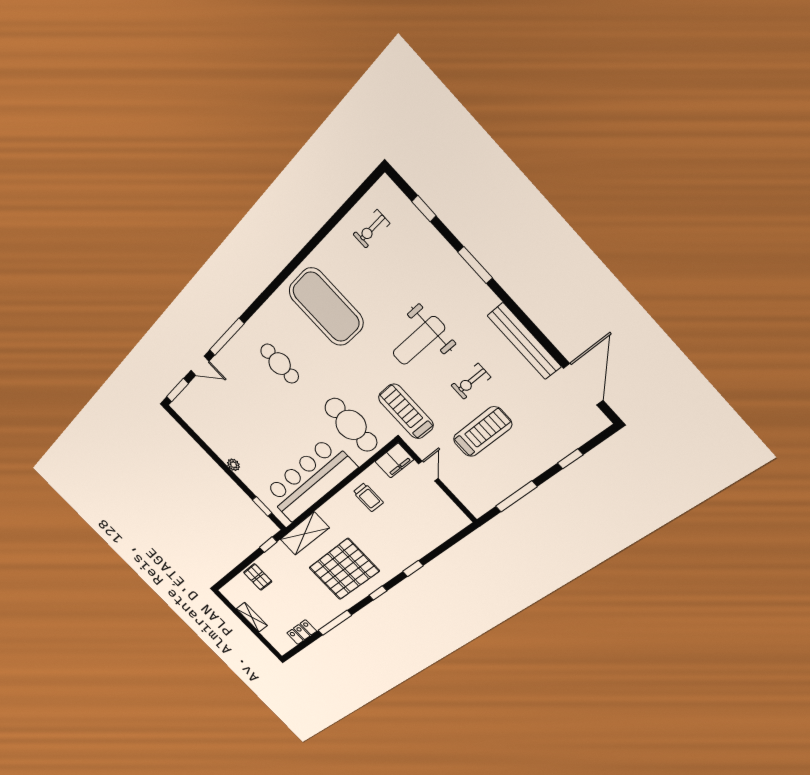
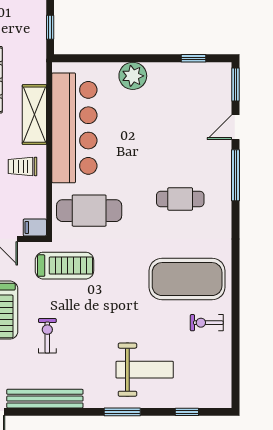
exercise bike: (371, 229) -> (207, 323), moved, turned -90
weight bench: (419, 341) -> (145, 370), moved, turned 90
filing cabinet: (394, 461) -> (35, 227), width x0.50
plant: (233, 465) -> (133, 76), width x1.88, depth x1.88
window: (262, 506) -> (194, 58), moved
shelving: (305, 534) -> (34, 115), moved

